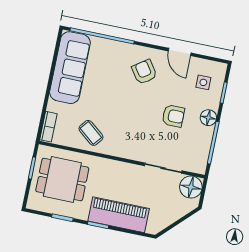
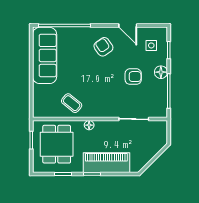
bookcase: (48, 127) -> (37, 105), removed
dining table: (62, 179) -> (57, 144), turned 90
floor lamp: (191, 187) -> (89, 125), moved, width x0.53, depth x0.53

